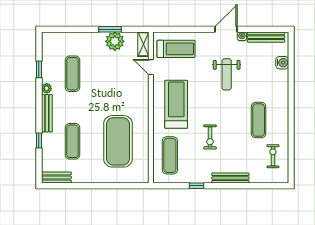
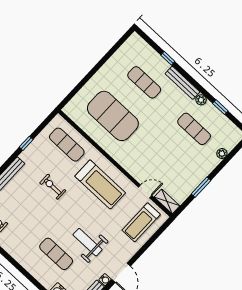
plant: (115, 41) -> (222, 154), moved, width x0.53, depth x0.53
exercise mat: (259, 120) -> (56, 254), moved
bench: (56, 178) -> (129, 46), removed

